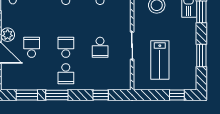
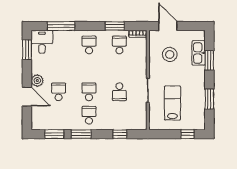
lab bench: (160, 60) -> (172, 103), turned 180
school desk: (66, 74) -> (89, 115), turned 180

